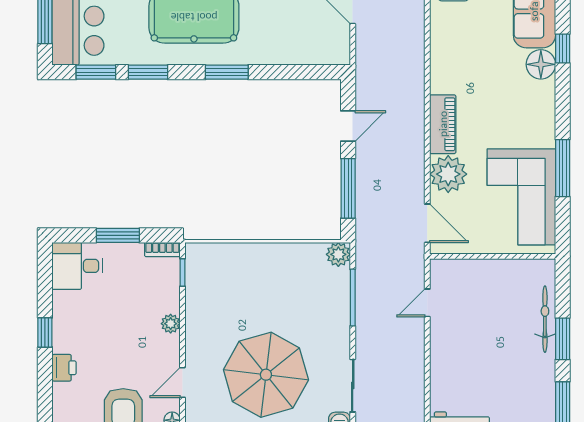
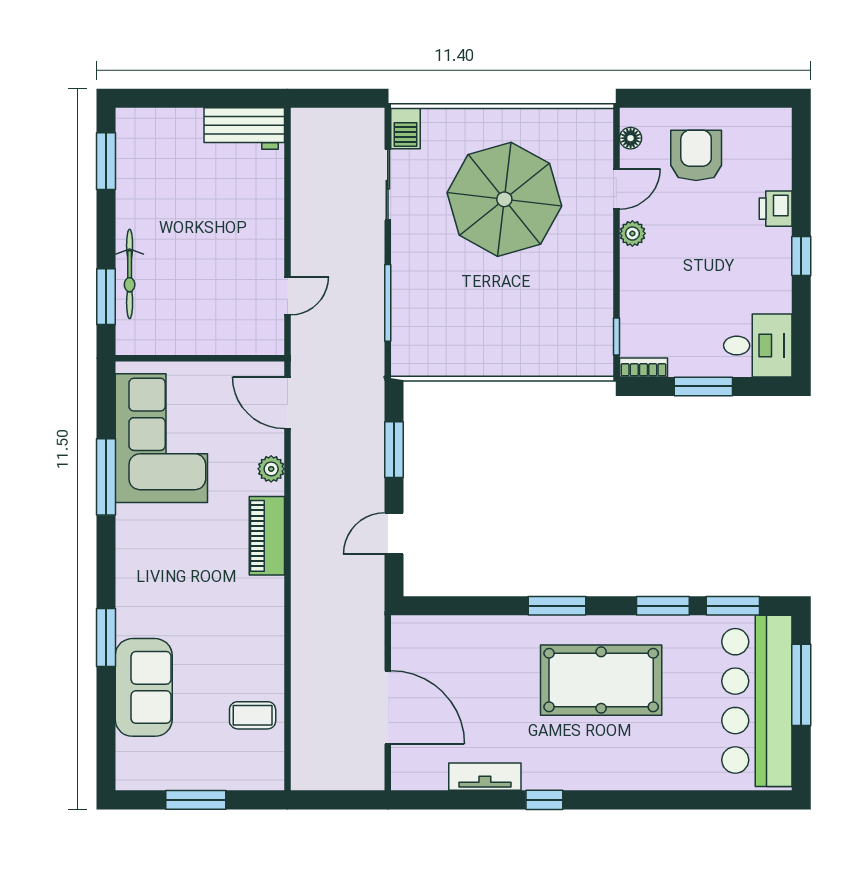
window: (563, 48) -> (106, 638), width x1.50
floor lamp: (541, 64) -> (135, 616), removed
plant: (448, 174) -> (271, 469), width x0.53, depth x0.53
window: (348, 188) -> (394, 450), width x0.69
plant: (338, 254) -> (407, 361), removed
plant: (171, 324) -> (632, 233), moved
window: (563, 339) -> (106, 297), moved

